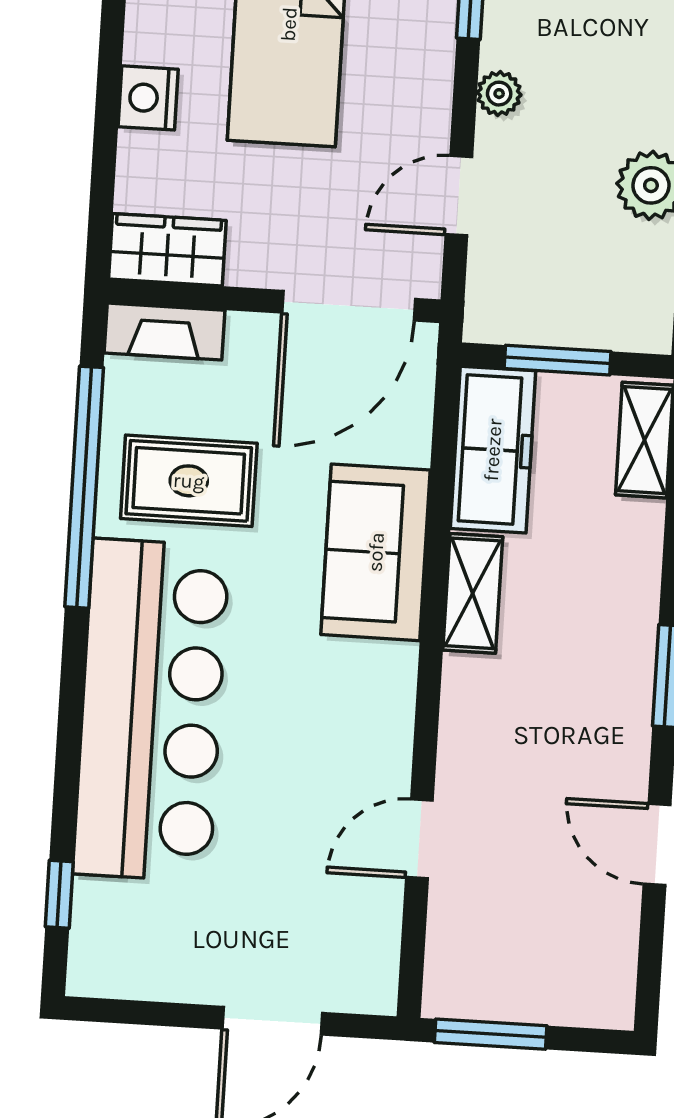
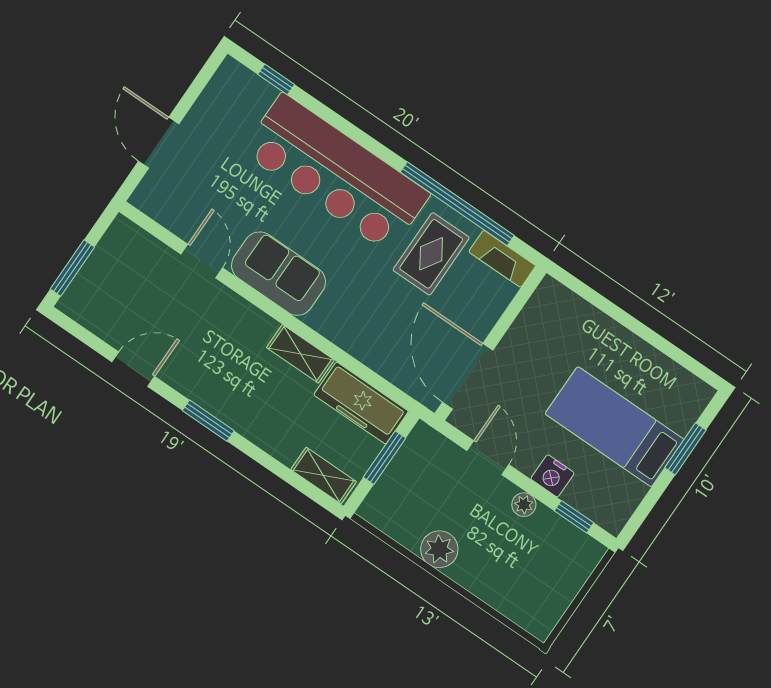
nightstand: (148, 98) -> (552, 476), moved, turned 180
wardrobe: (167, 250) -> (544, 308), removed
fireplace: (164, 332) -> (502, 259), moved, turned -90
sofa: (376, 552) -> (278, 274), moved
window: (491, 1034) -> (72, 268), moved

